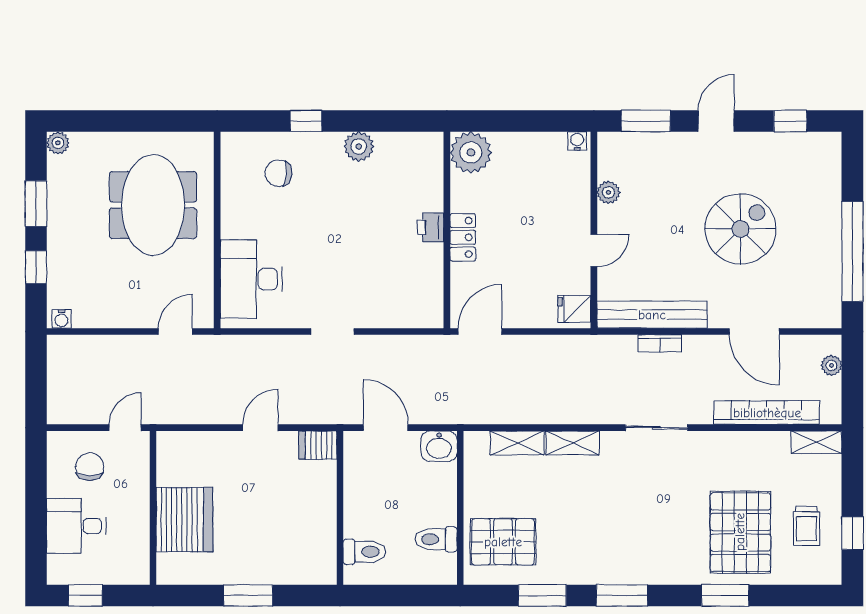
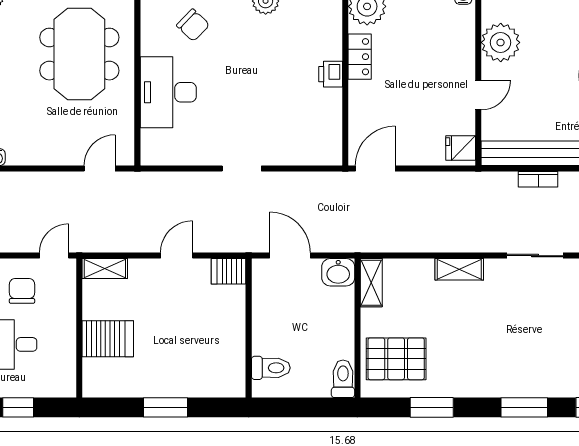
chair: (279, 173) -> (193, 25), turned -142
plant: (608, 192) -> (501, 42), width x1.87, depth x1.87
locker: (463, 237) -> (360, 57), moved
desk: (251, 279) -> (168, 92), moved
shelving: (181, 442) -> (105, 269), added
shelving: (517, 443) -> (371, 283), moved, turned 90
server rack: (184, 520) -> (108, 339), width x0.62
toilet: (436, 539) -> (343, 379), moved, turned 90
window: (622, 595) -> (524, 407), moved

